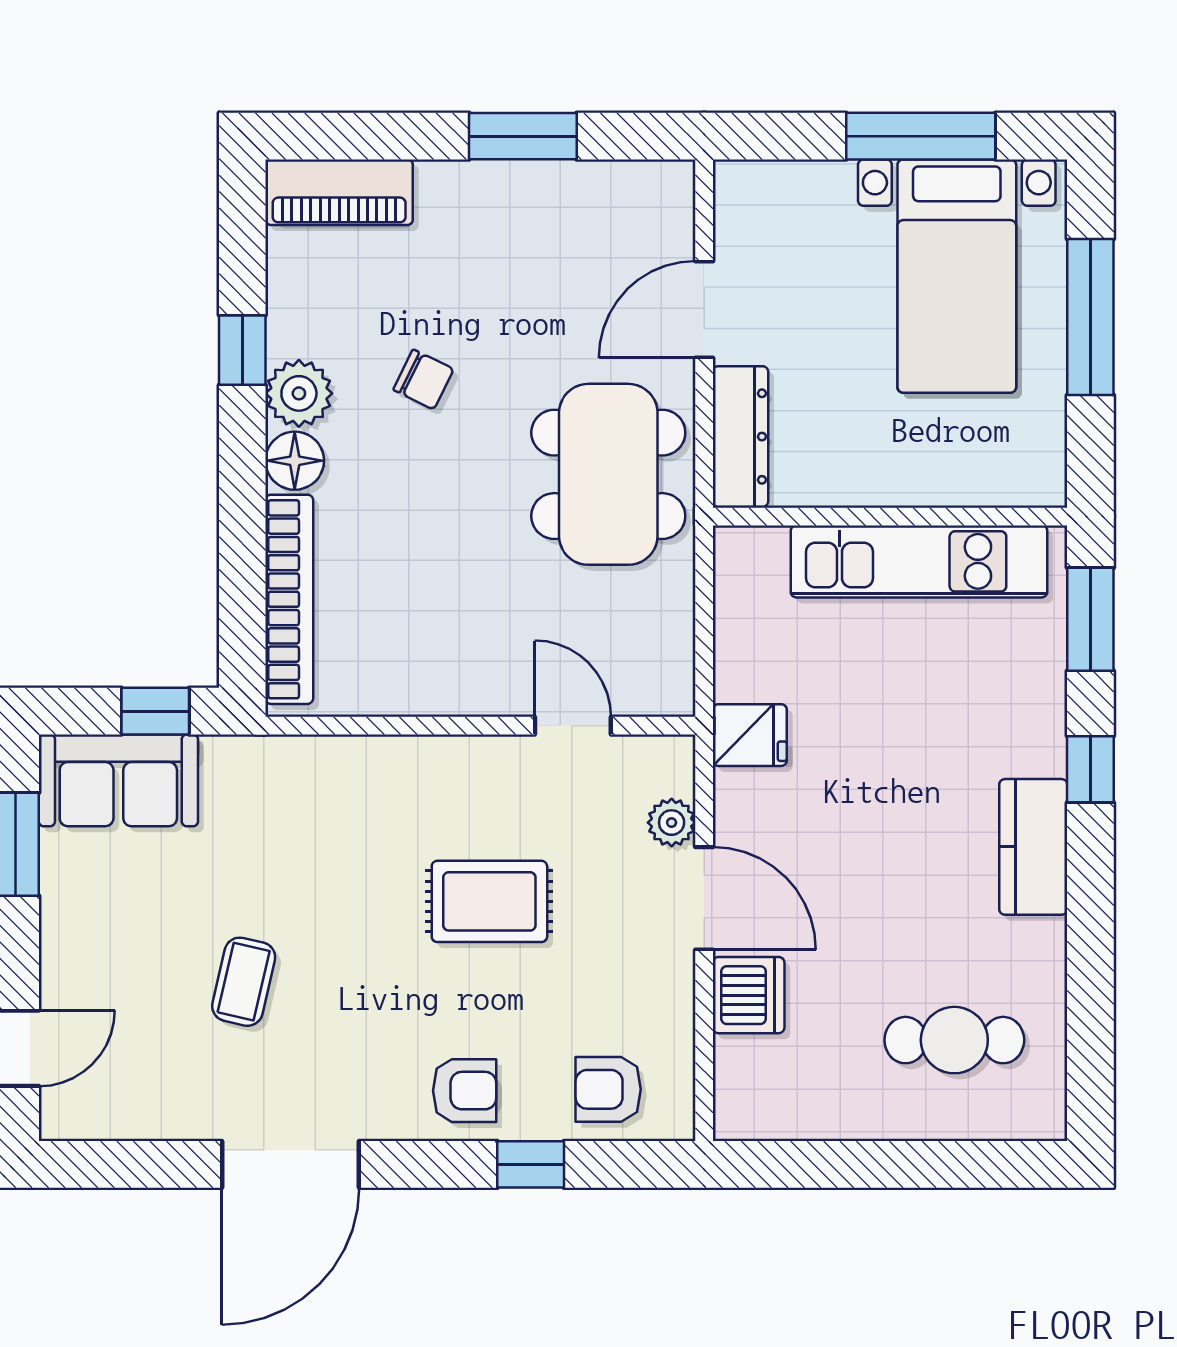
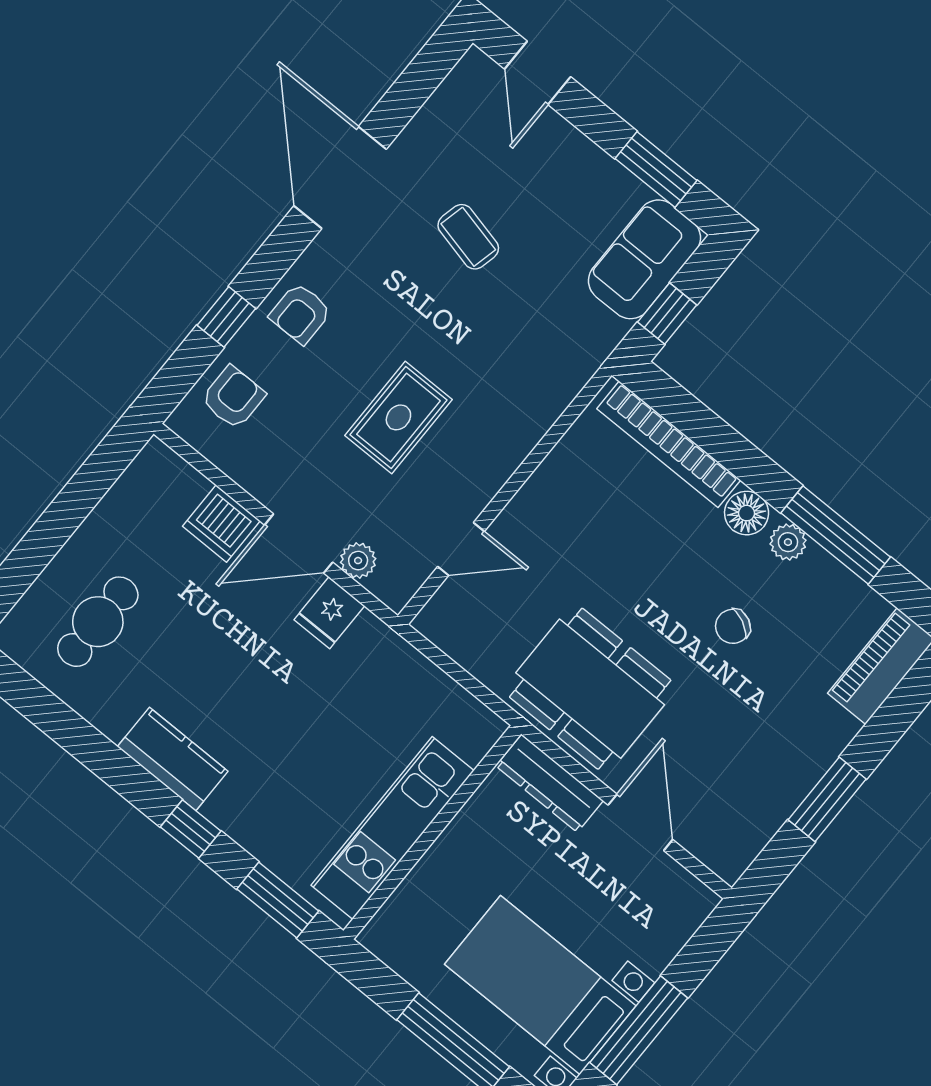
window: (242, 350) -> (836, 535), width x2.17
plant: (299, 393) -> (788, 542), width x0.73, depth x0.73
fridge: (750, 735) -> (329, 613), moved

